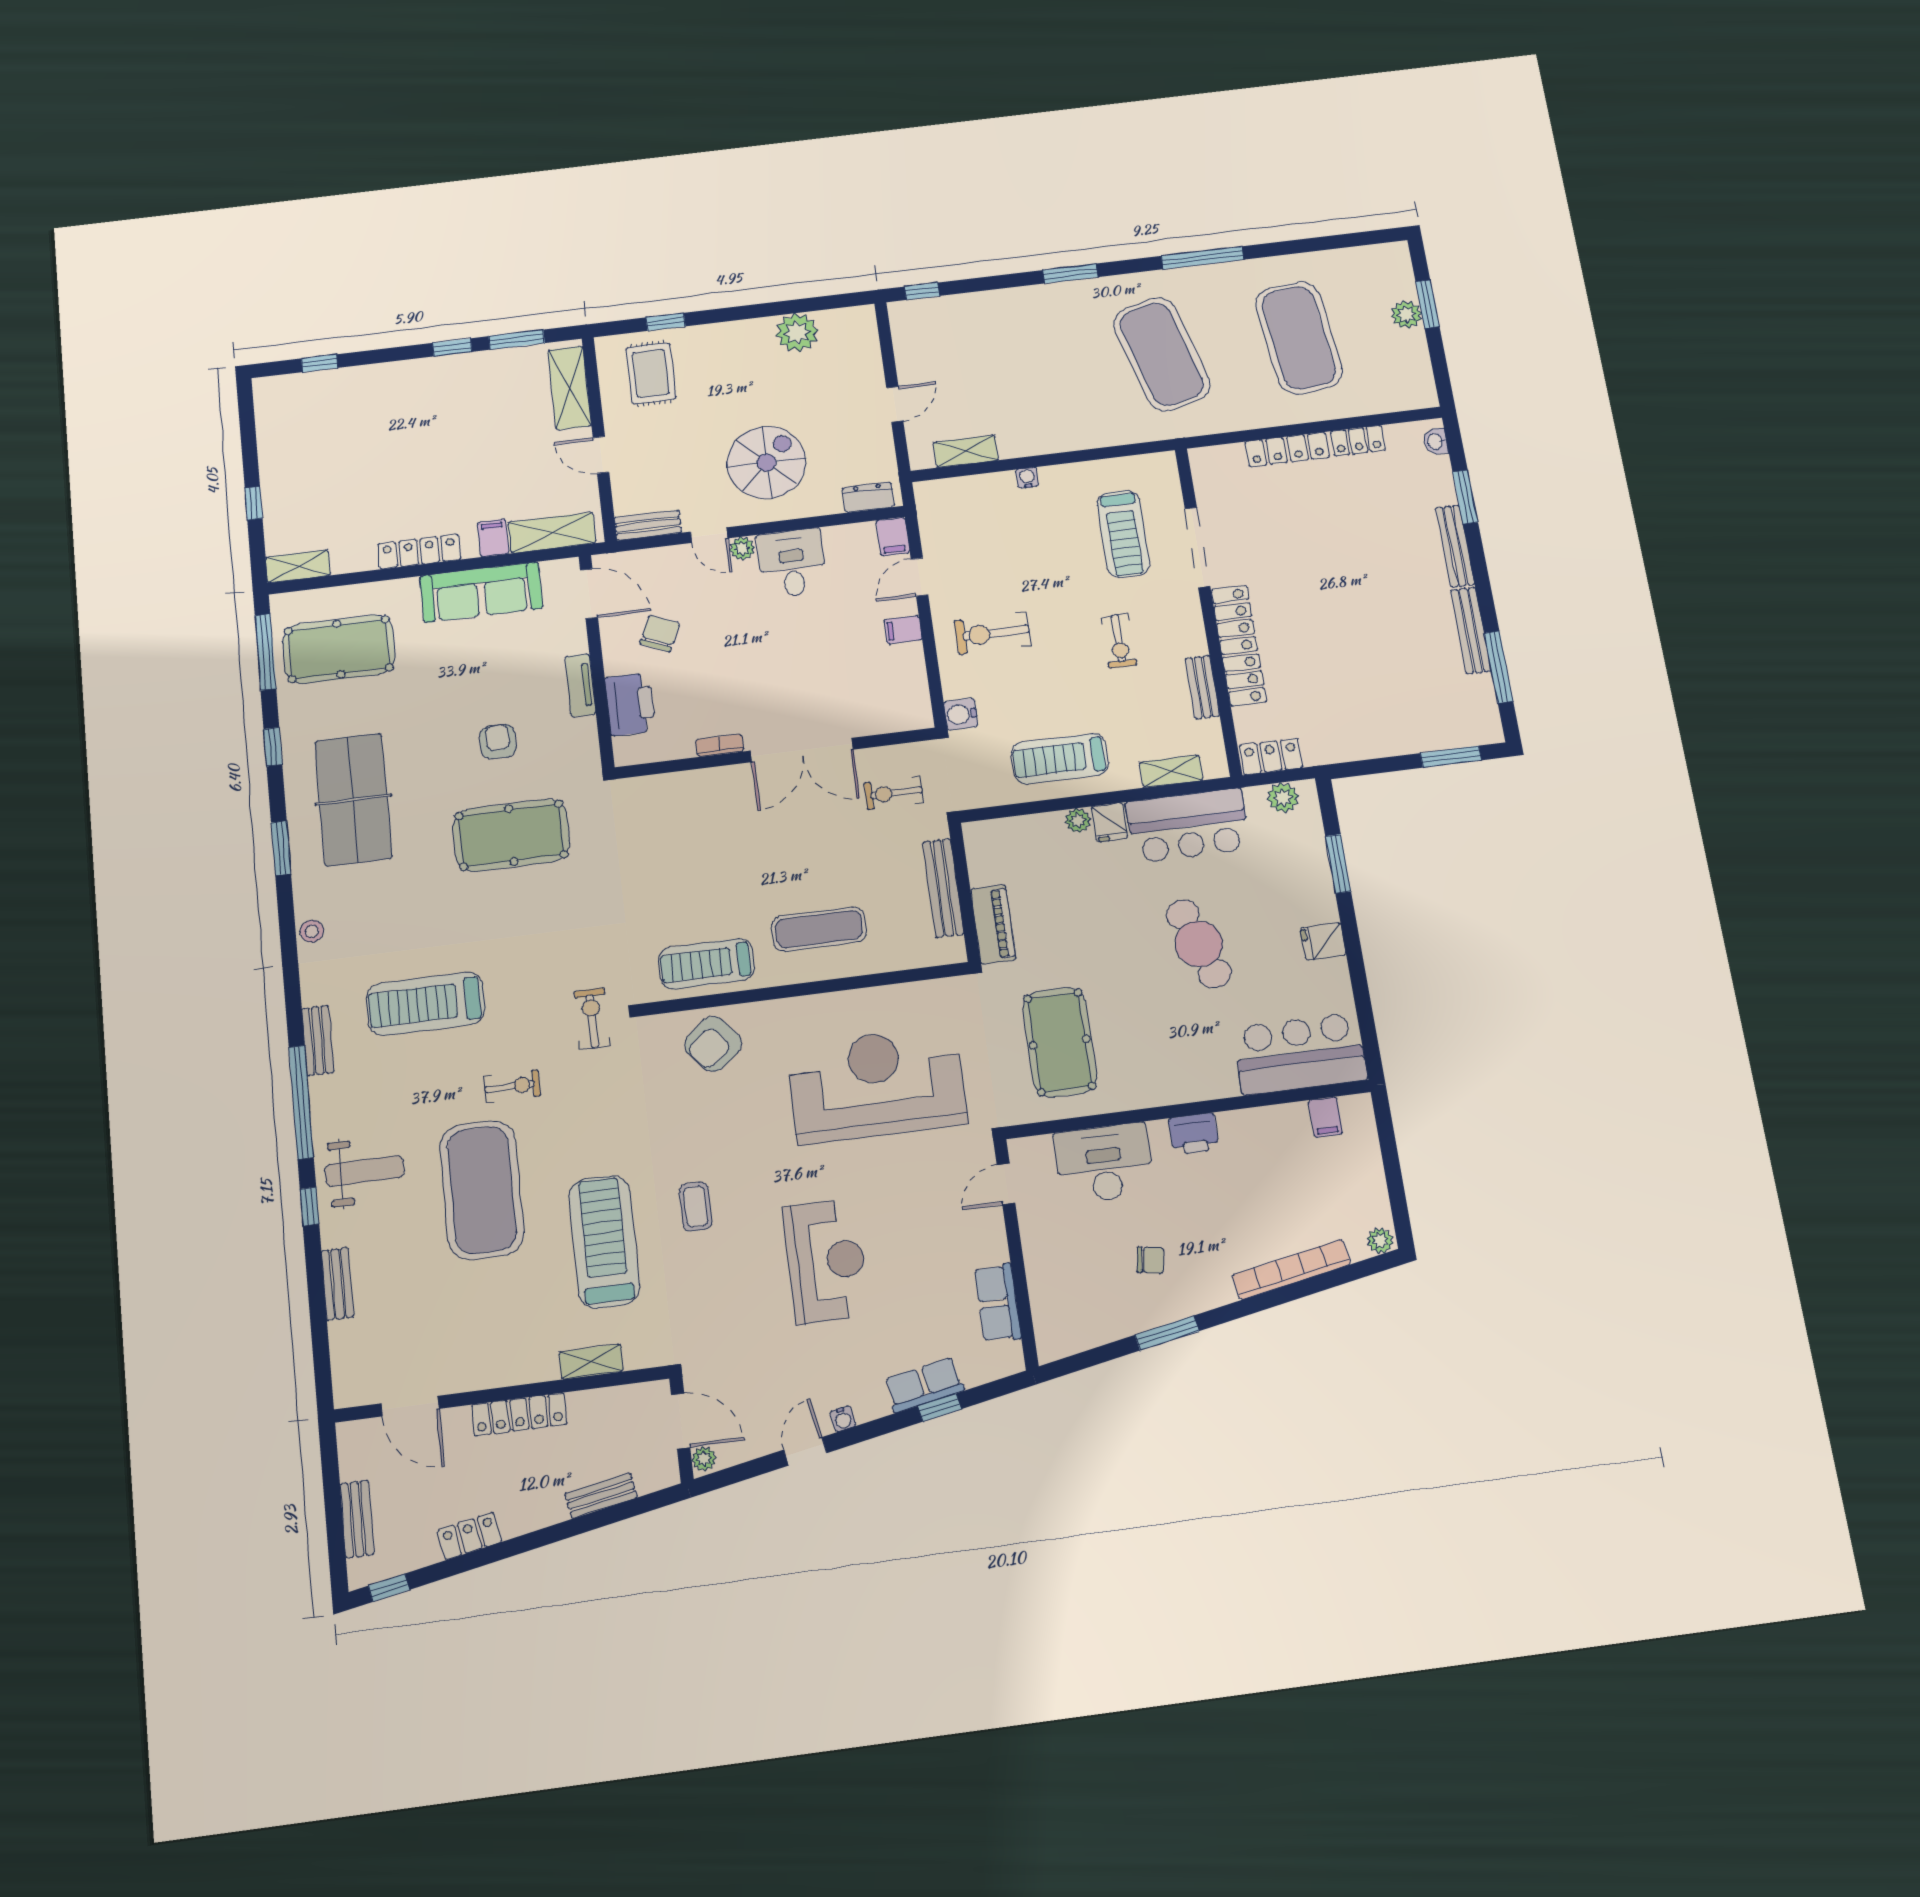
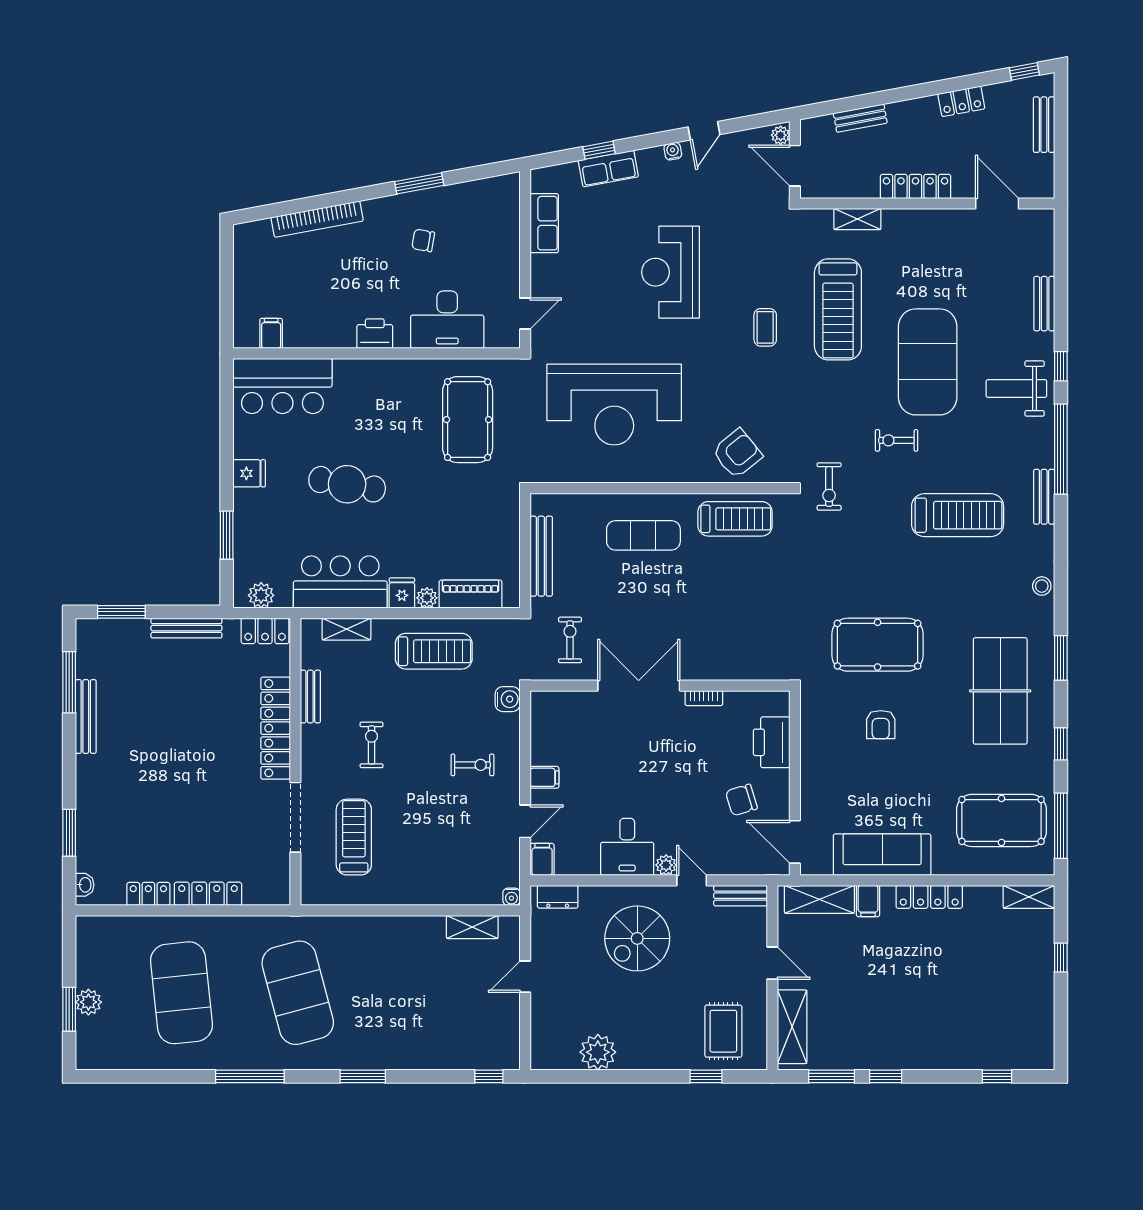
water cooler: (1027, 478) -> (511, 897), moved
bench: (1455, 546) -> (186, 628), moved, turned 90
chair: (660, 633) -> (741, 800), turned 49
exercise bike: (992, 633) -> (473, 765), width x0.73, depth x0.72
tv unit: (580, 685) -> (810, 764), removed
exercise bike: (894, 793) -> (570, 640), turned -90
piano: (993, 924) -> (471, 594), moved, turned 90
cafe table: (1199, 944) -> (347, 484), turned -61
plant: (1380, 1241) -> (246, 232), removed

